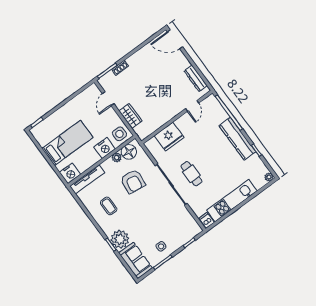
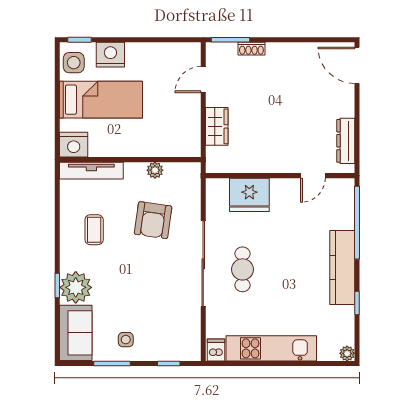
side table: (119, 134) -> (74, 63), moved
nightstand: (105, 148) -> (110, 55), moved, turned 180
floor lamp: (129, 152) -> (178, 175), removed

